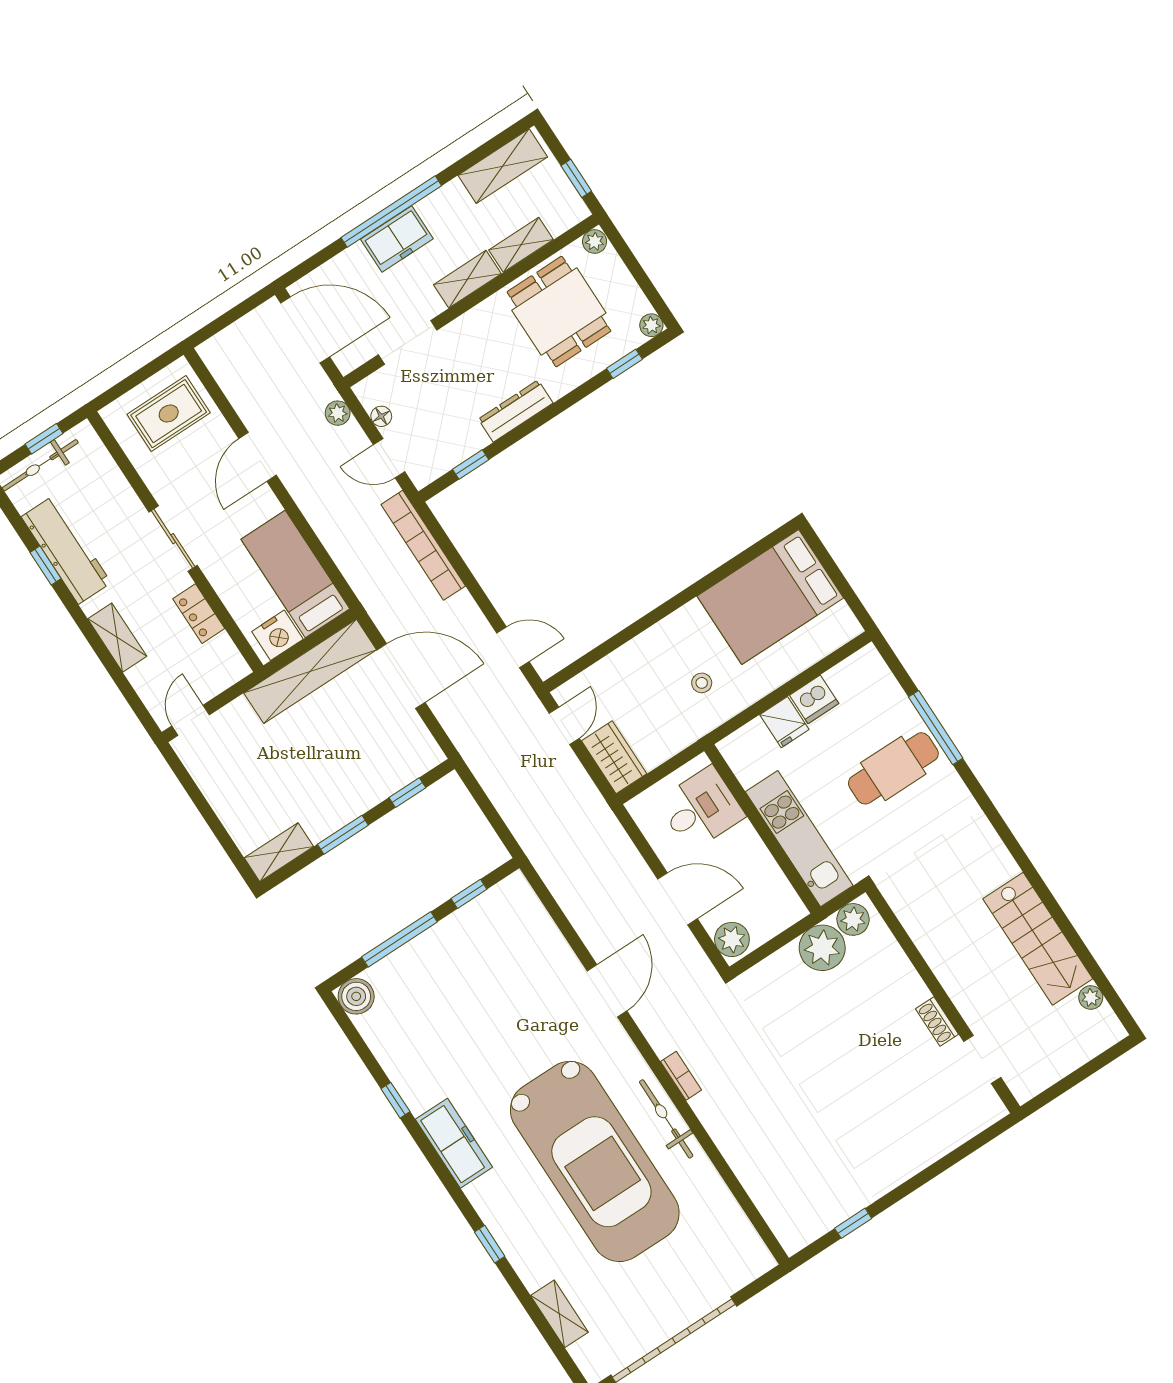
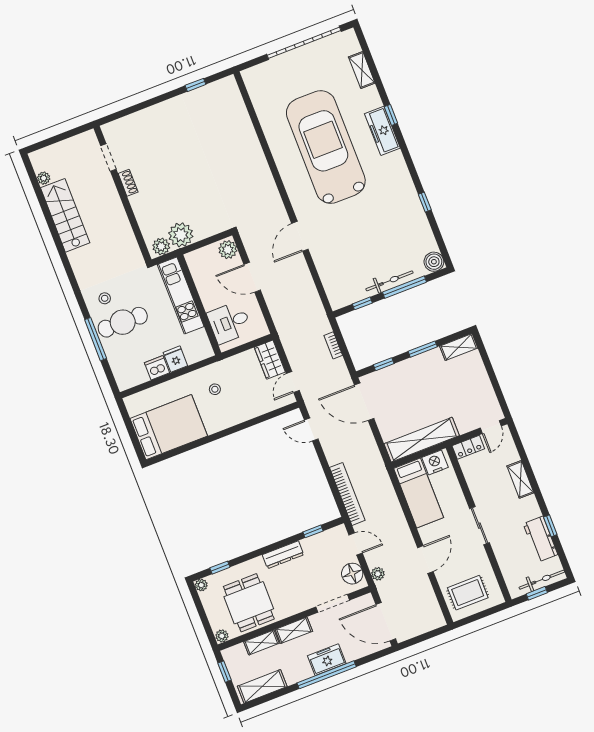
floor lamp: (381, 416) -> (352, 574), width x1.89, depth x1.89
workbench: (66, 550) -> (540, 539), width x0.73
locker: (199, 614) -> (468, 447), moved, turned 90
door: (401, 676) -> (364, 402), moved
stool: (935, 804) -> (105, 298), added
bookcase: (681, 1076) -> (333, 345), moved
bicycle: (666, 1119) -> (389, 281), moved, turned -90
freezer: (454, 1143) -> (382, 131), moved

